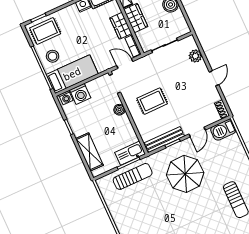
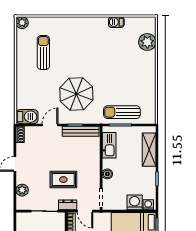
dresser: (144, 62) -> (68, 205), added
rug: (152, 101) -> (63, 180), moved
kitchen sink: (130, 153) -> (109, 145), moved, turned -90

